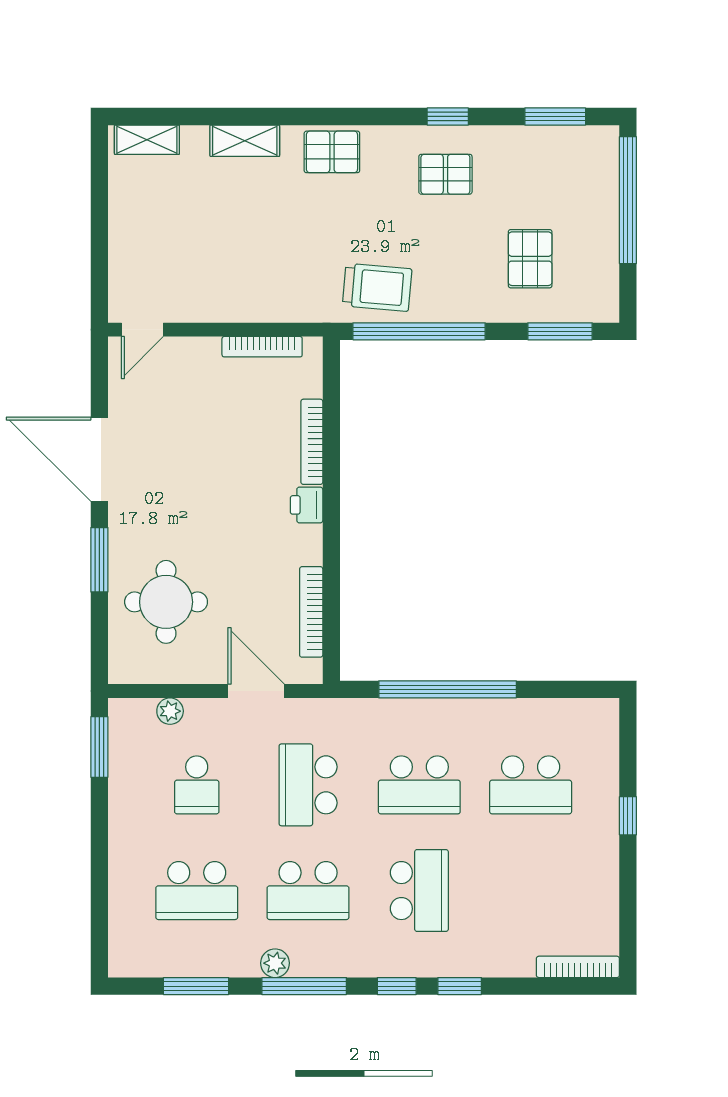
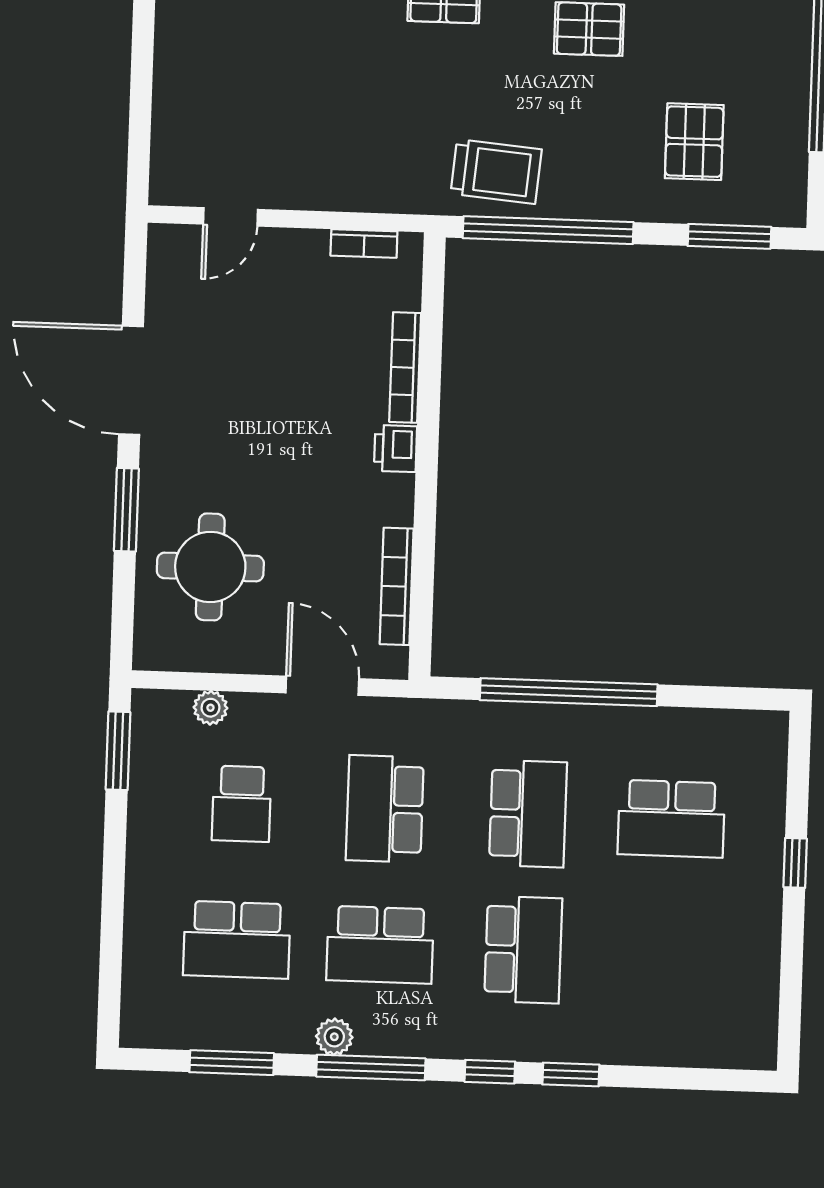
door: (142, 330) -> (230, 217), moved
bookcase: (262, 347) -> (364, 243), width x0.64
school desk: (419, 785) -> (528, 814), turned -90
bookcase: (578, 967) -> (724, 1055), removed

